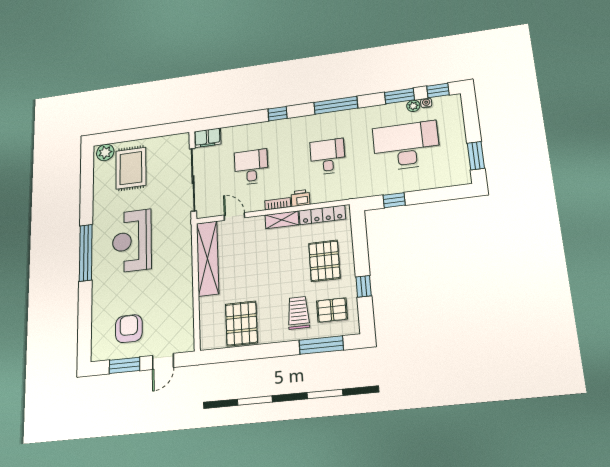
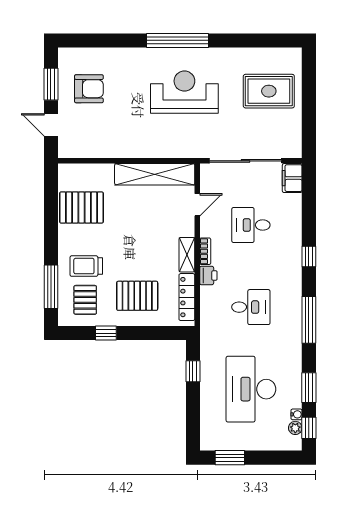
plant: (413, 106) -> (295, 428), moved
desk: (406, 146) -> (251, 389), turned 180
plant: (105, 152) -> (292, 61), removed
desk: (251, 167) -> (251, 225), turned 180
trolley: (298, 313) -> (86, 266), turned 180

